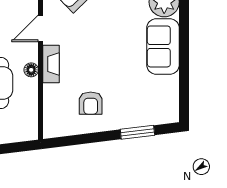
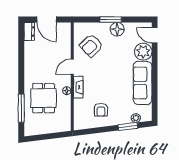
sofa: (163, 46) -> (143, 83), width x1.36
plant: (151, 118) -> (136, 118), added

